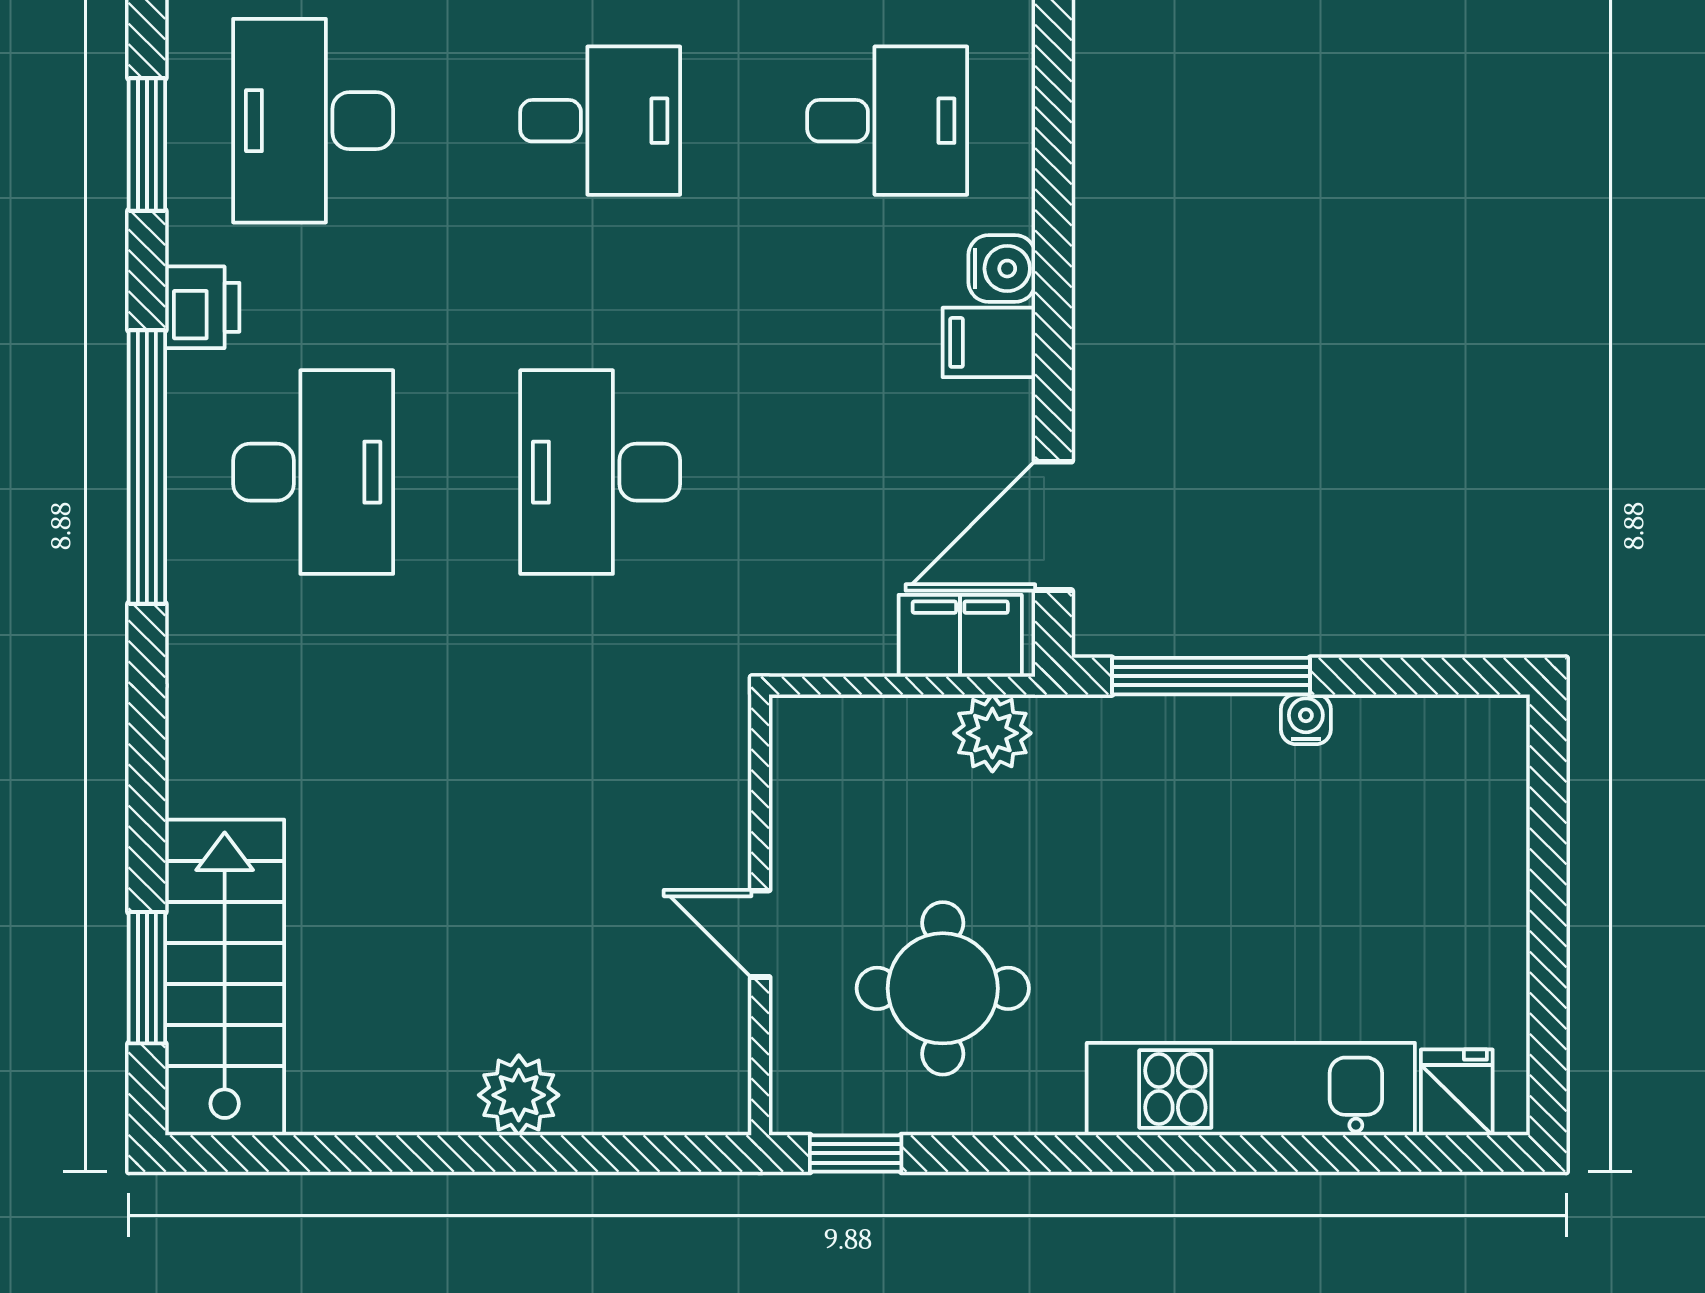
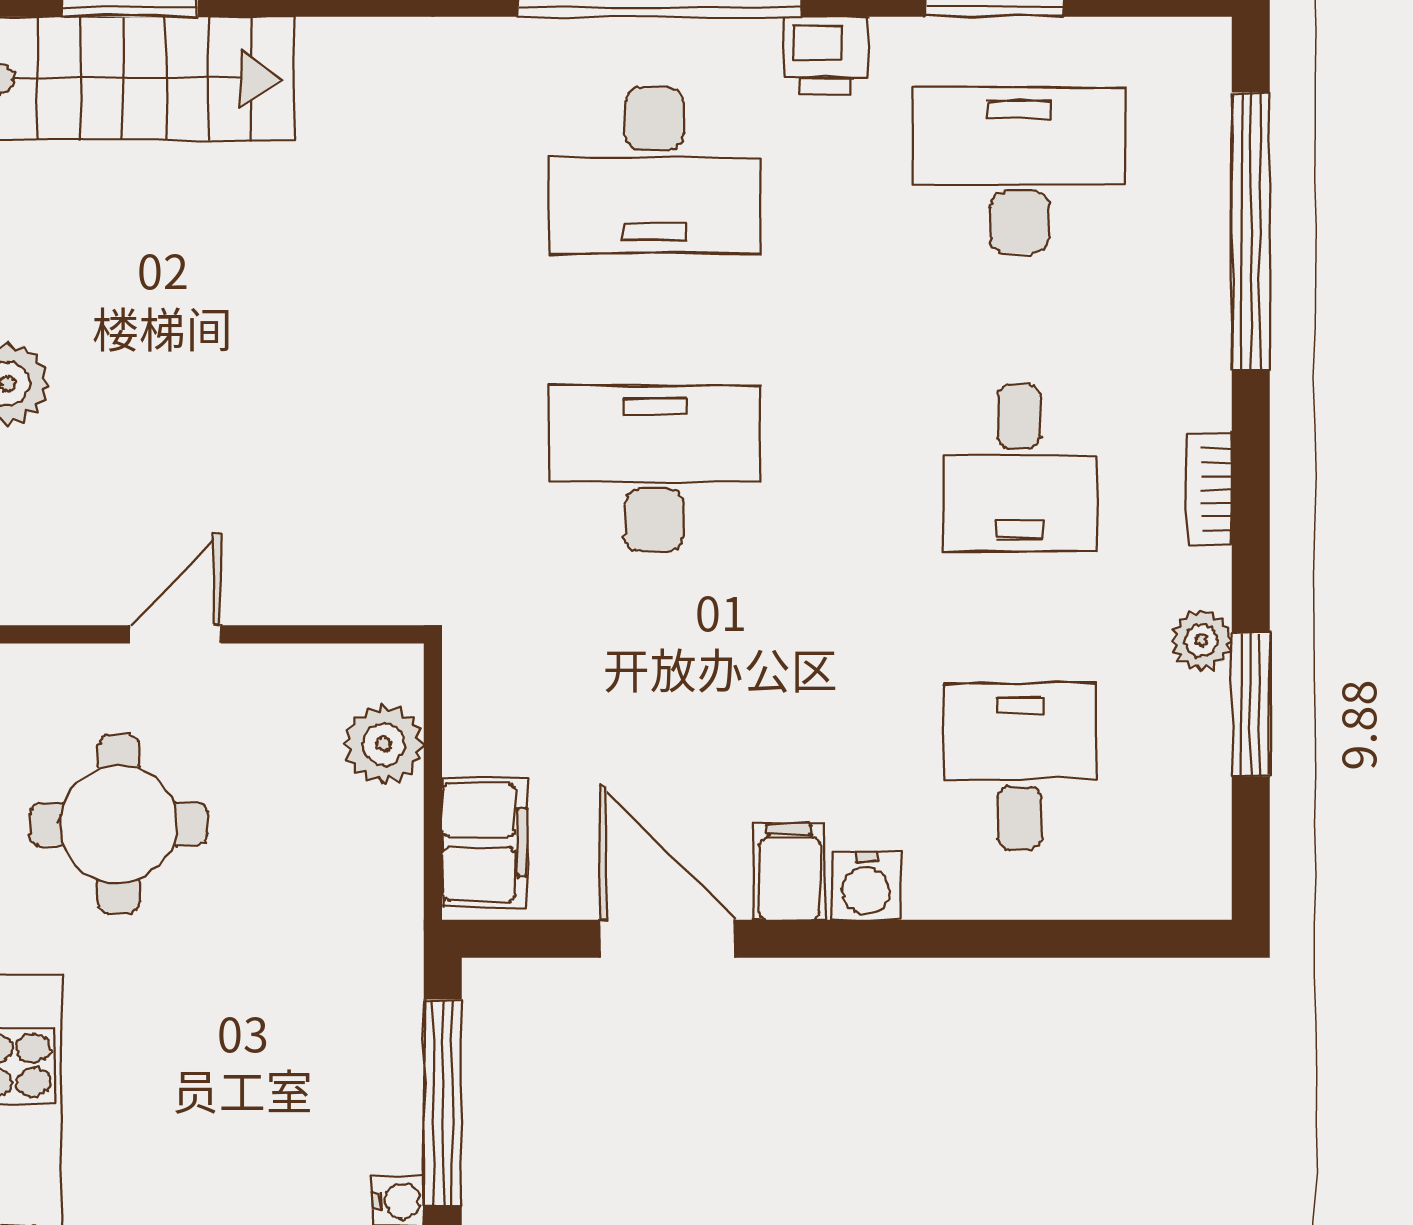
desk: (887, 121) -> (1019, 766), turned 180
door: (1053, 526) -> (667, 939), moved
plant: (992, 733) -> (384, 744), moved

